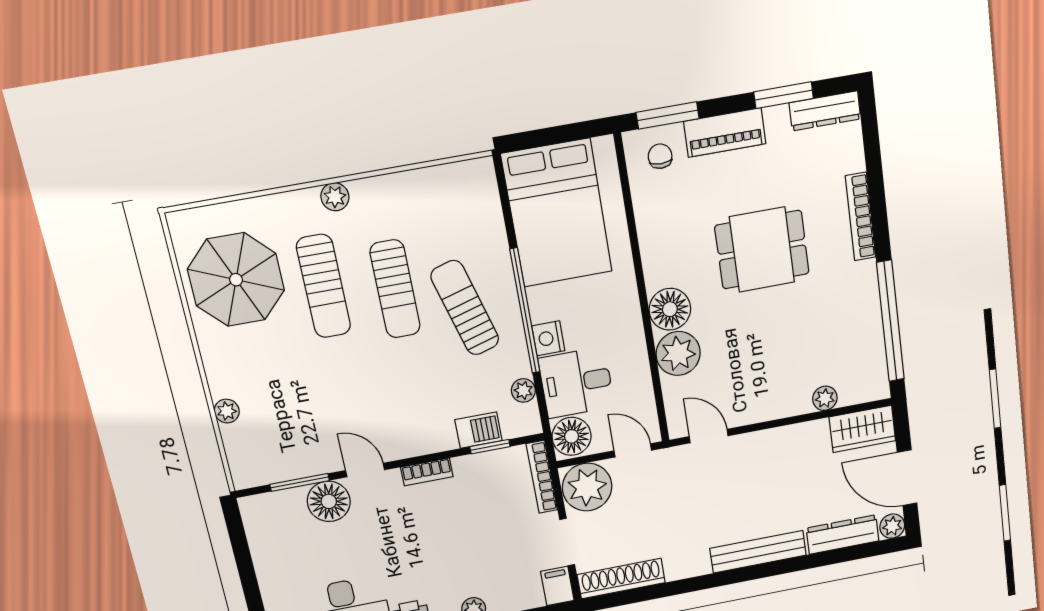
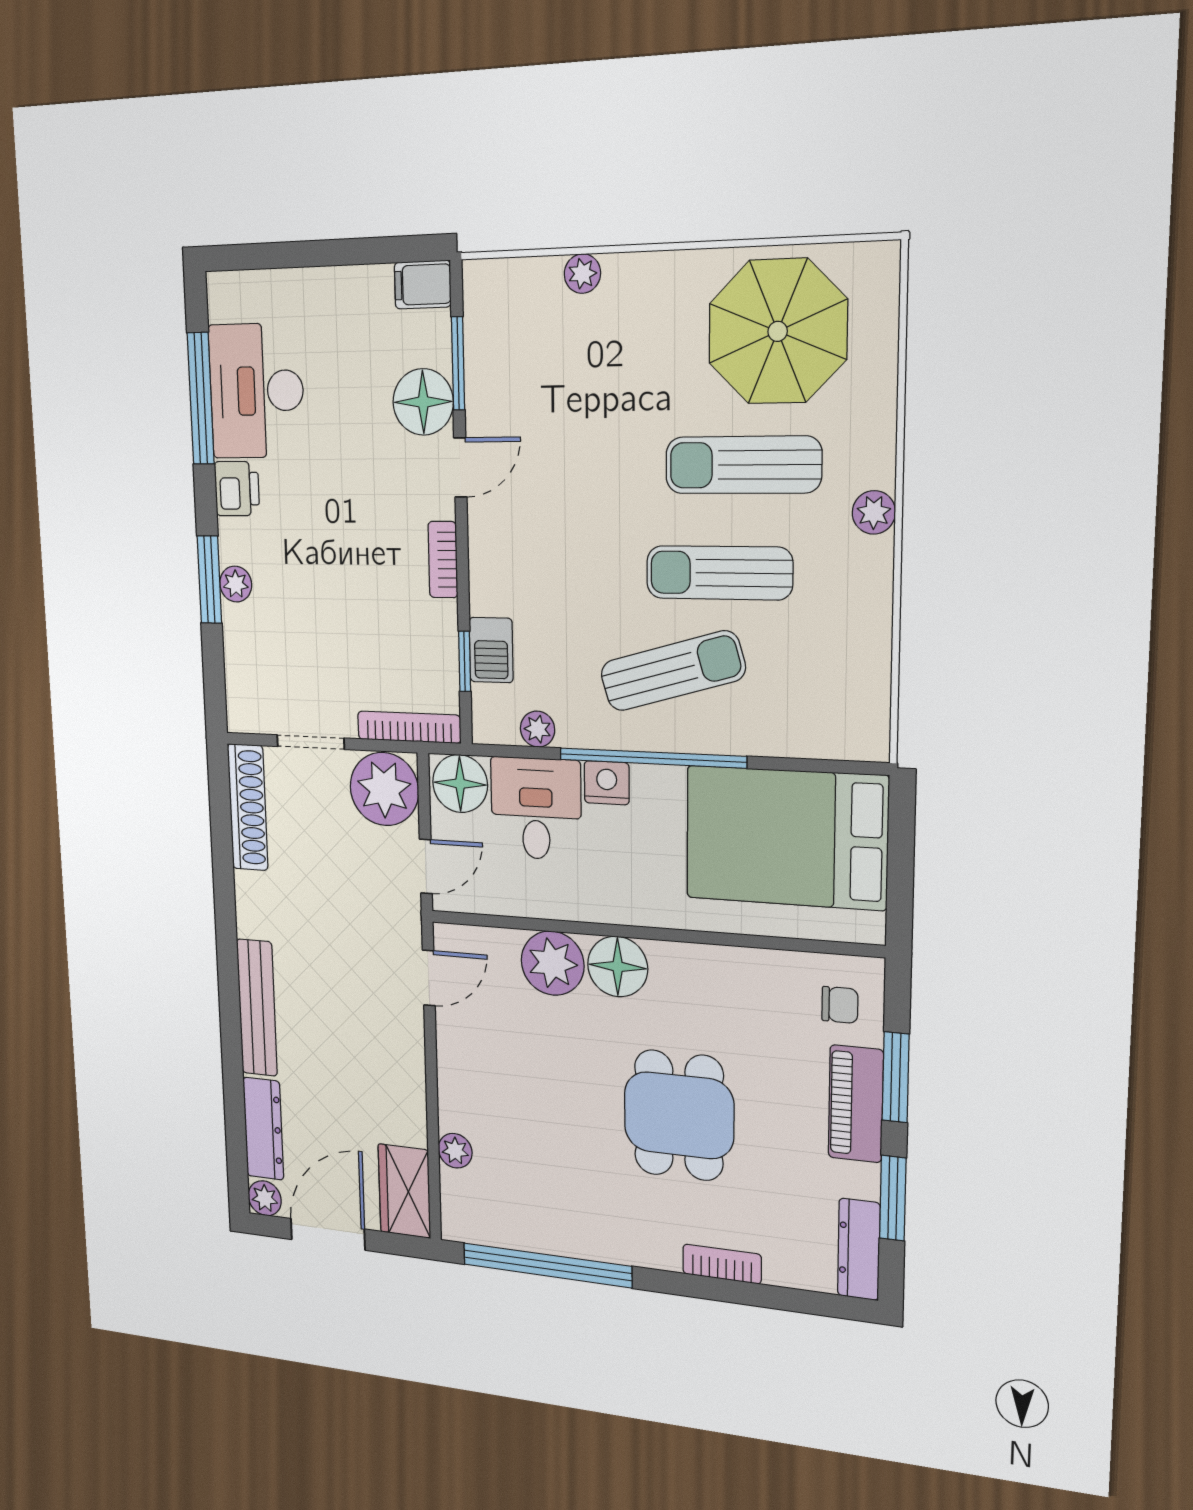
window: (668, 115) -> (896, 1077), moved
bookcase: (861, 217) -> (722, 1264), width x0.64
filing cabinet: (557, 586) -> (423, 285), moved, turned 180

